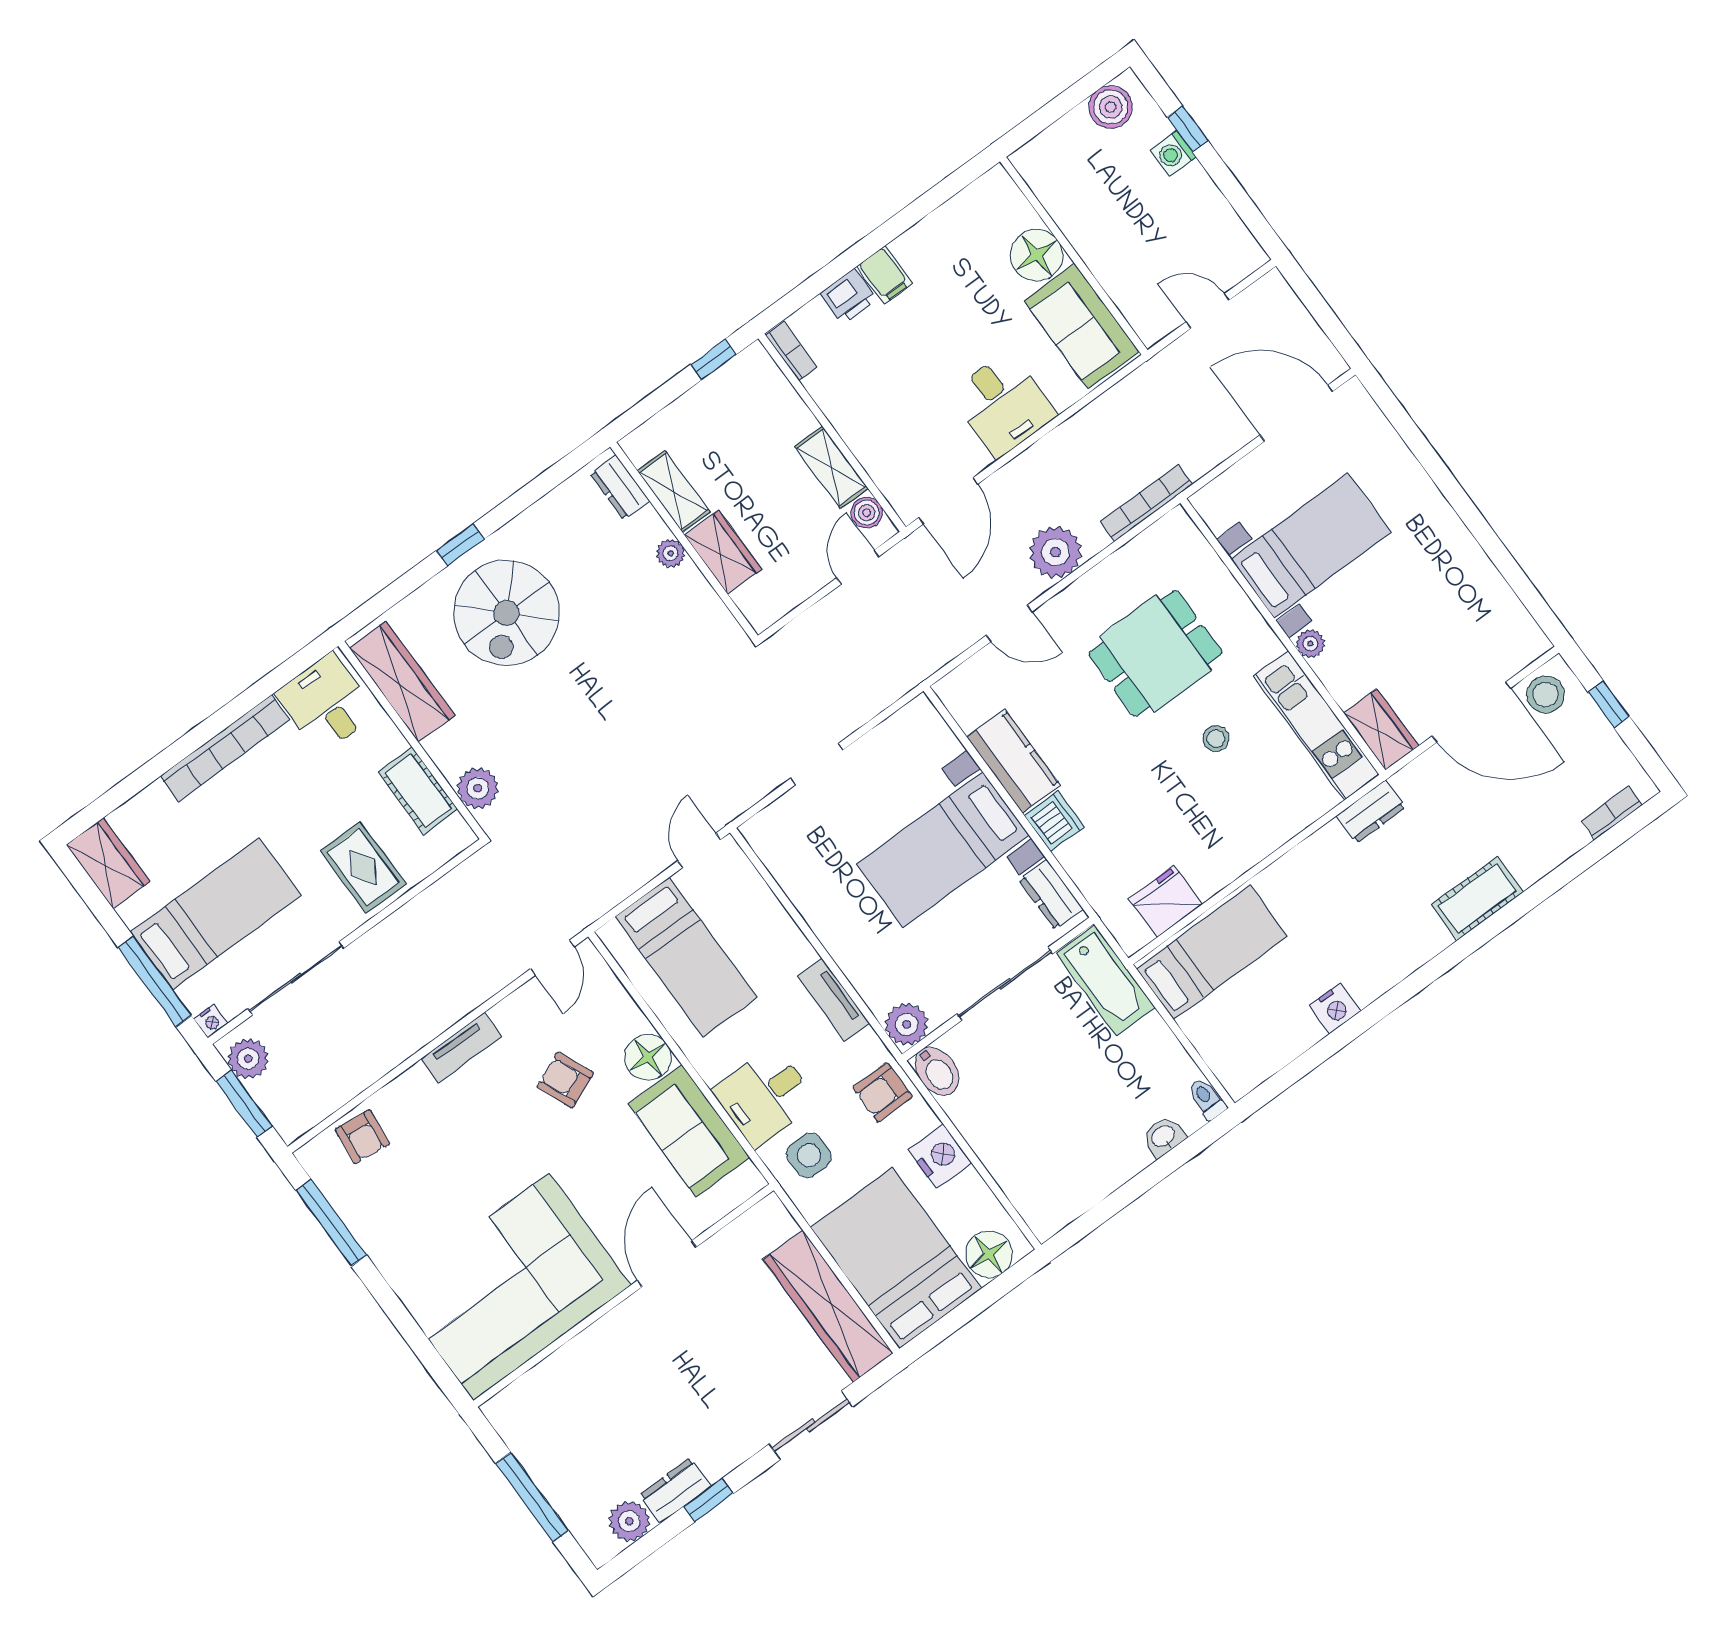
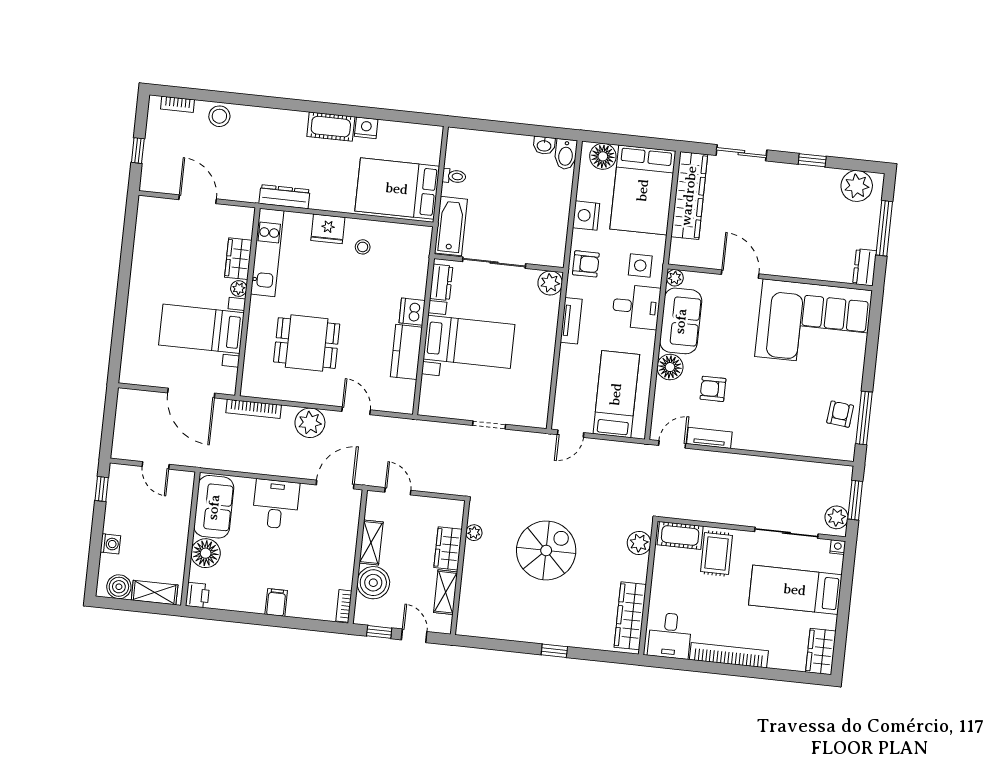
window: (1188, 129) -> (102, 489), moved
shelving: (1057, 142) -> (155, 593), added
printer: (848, 296) -> (197, 595), moved, turned 90
door: (663, 396) -> (414, 636), added
door: (1296, 413) -> (191, 393), moved
dresser: (620, 487) -> (466, 614), removed
boiler: (867, 513) -> (373, 583), moved, width x1.86, depth x1.86
plant: (671, 553) -> (474, 533), moved
door: (858, 567) -> (398, 491), swing flipped
spiral stairs: (506, 613) -> (546, 550), moved
stool: (1546, 695) -> (219, 116), moved
door: (1471, 712) -> (198, 199), width x0.73
wardrobe: (1381, 729) -> (238, 259), moved
stool: (1216, 738) -> (363, 247), moved
cot: (418, 791) -> (680, 535), moved, turned 90
dresser: (1371, 812) -> (284, 197), width x1.44
cot: (1477, 898) -> (331, 127), moved
fridge: (1166, 901) -> (328, 229), moved
bed: (1212, 952) -> (397, 189), width x1.50
window: (155, 982) -> (846, 585), removed
tv unit: (461, 1048) -> (709, 438), moved
bidet: (937, 1071) -> (566, 154), moved, turned 180
armchair: (565, 1080) -> (713, 389), turned 113
toilet: (1207, 1099) -> (454, 176), moved, turned -90
armchair: (362, 1137) -> (840, 414), moved
washbasin: (1164, 1137) -> (544, 145), moved
plant: (749, 1181) -> (675, 278), added
door: (667, 1264) -> (740, 274), swing flipped
dresser: (675, 1491) -> (865, 267), moved, turned 90
plant: (629, 1521) -> (857, 186), width x1.36, depth x1.36

